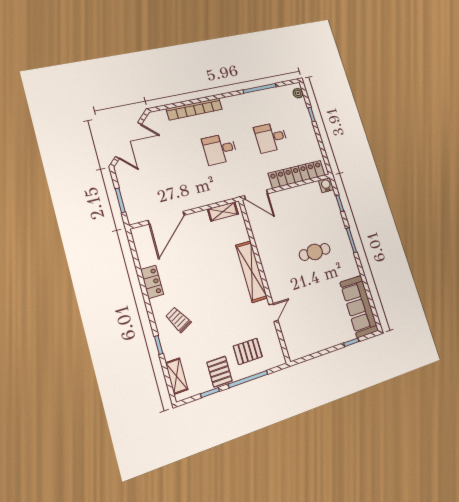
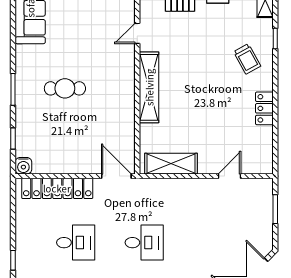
shelving: (223, 212) -> (171, 164), width x1.50, depth x1.33
door: (166, 218) -> (230, 176), width x0.53

